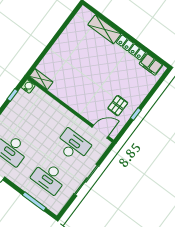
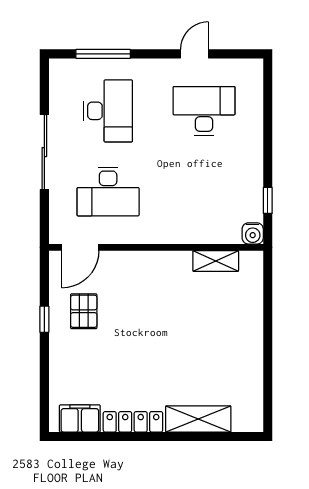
shelving: (41, 79) -> (216, 261), moved
desk: (49, 177) -> (108, 111), turned 90

